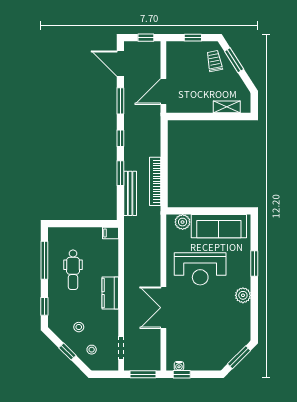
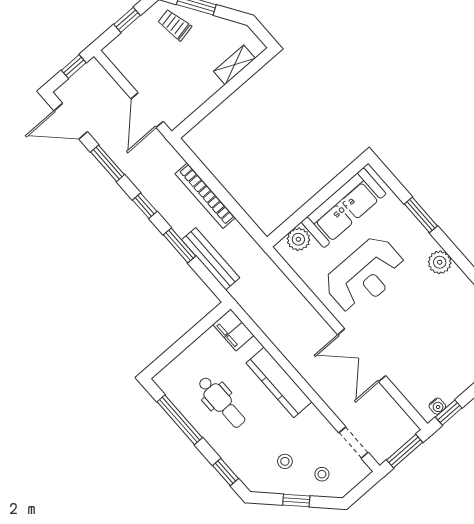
bookcase: (155, 181) -> (205, 196), moved
filing cabinet: (110, 233) -> (233, 330), width x2.00
kitchen counter: (110, 293) -> (279, 382), width x1.50

